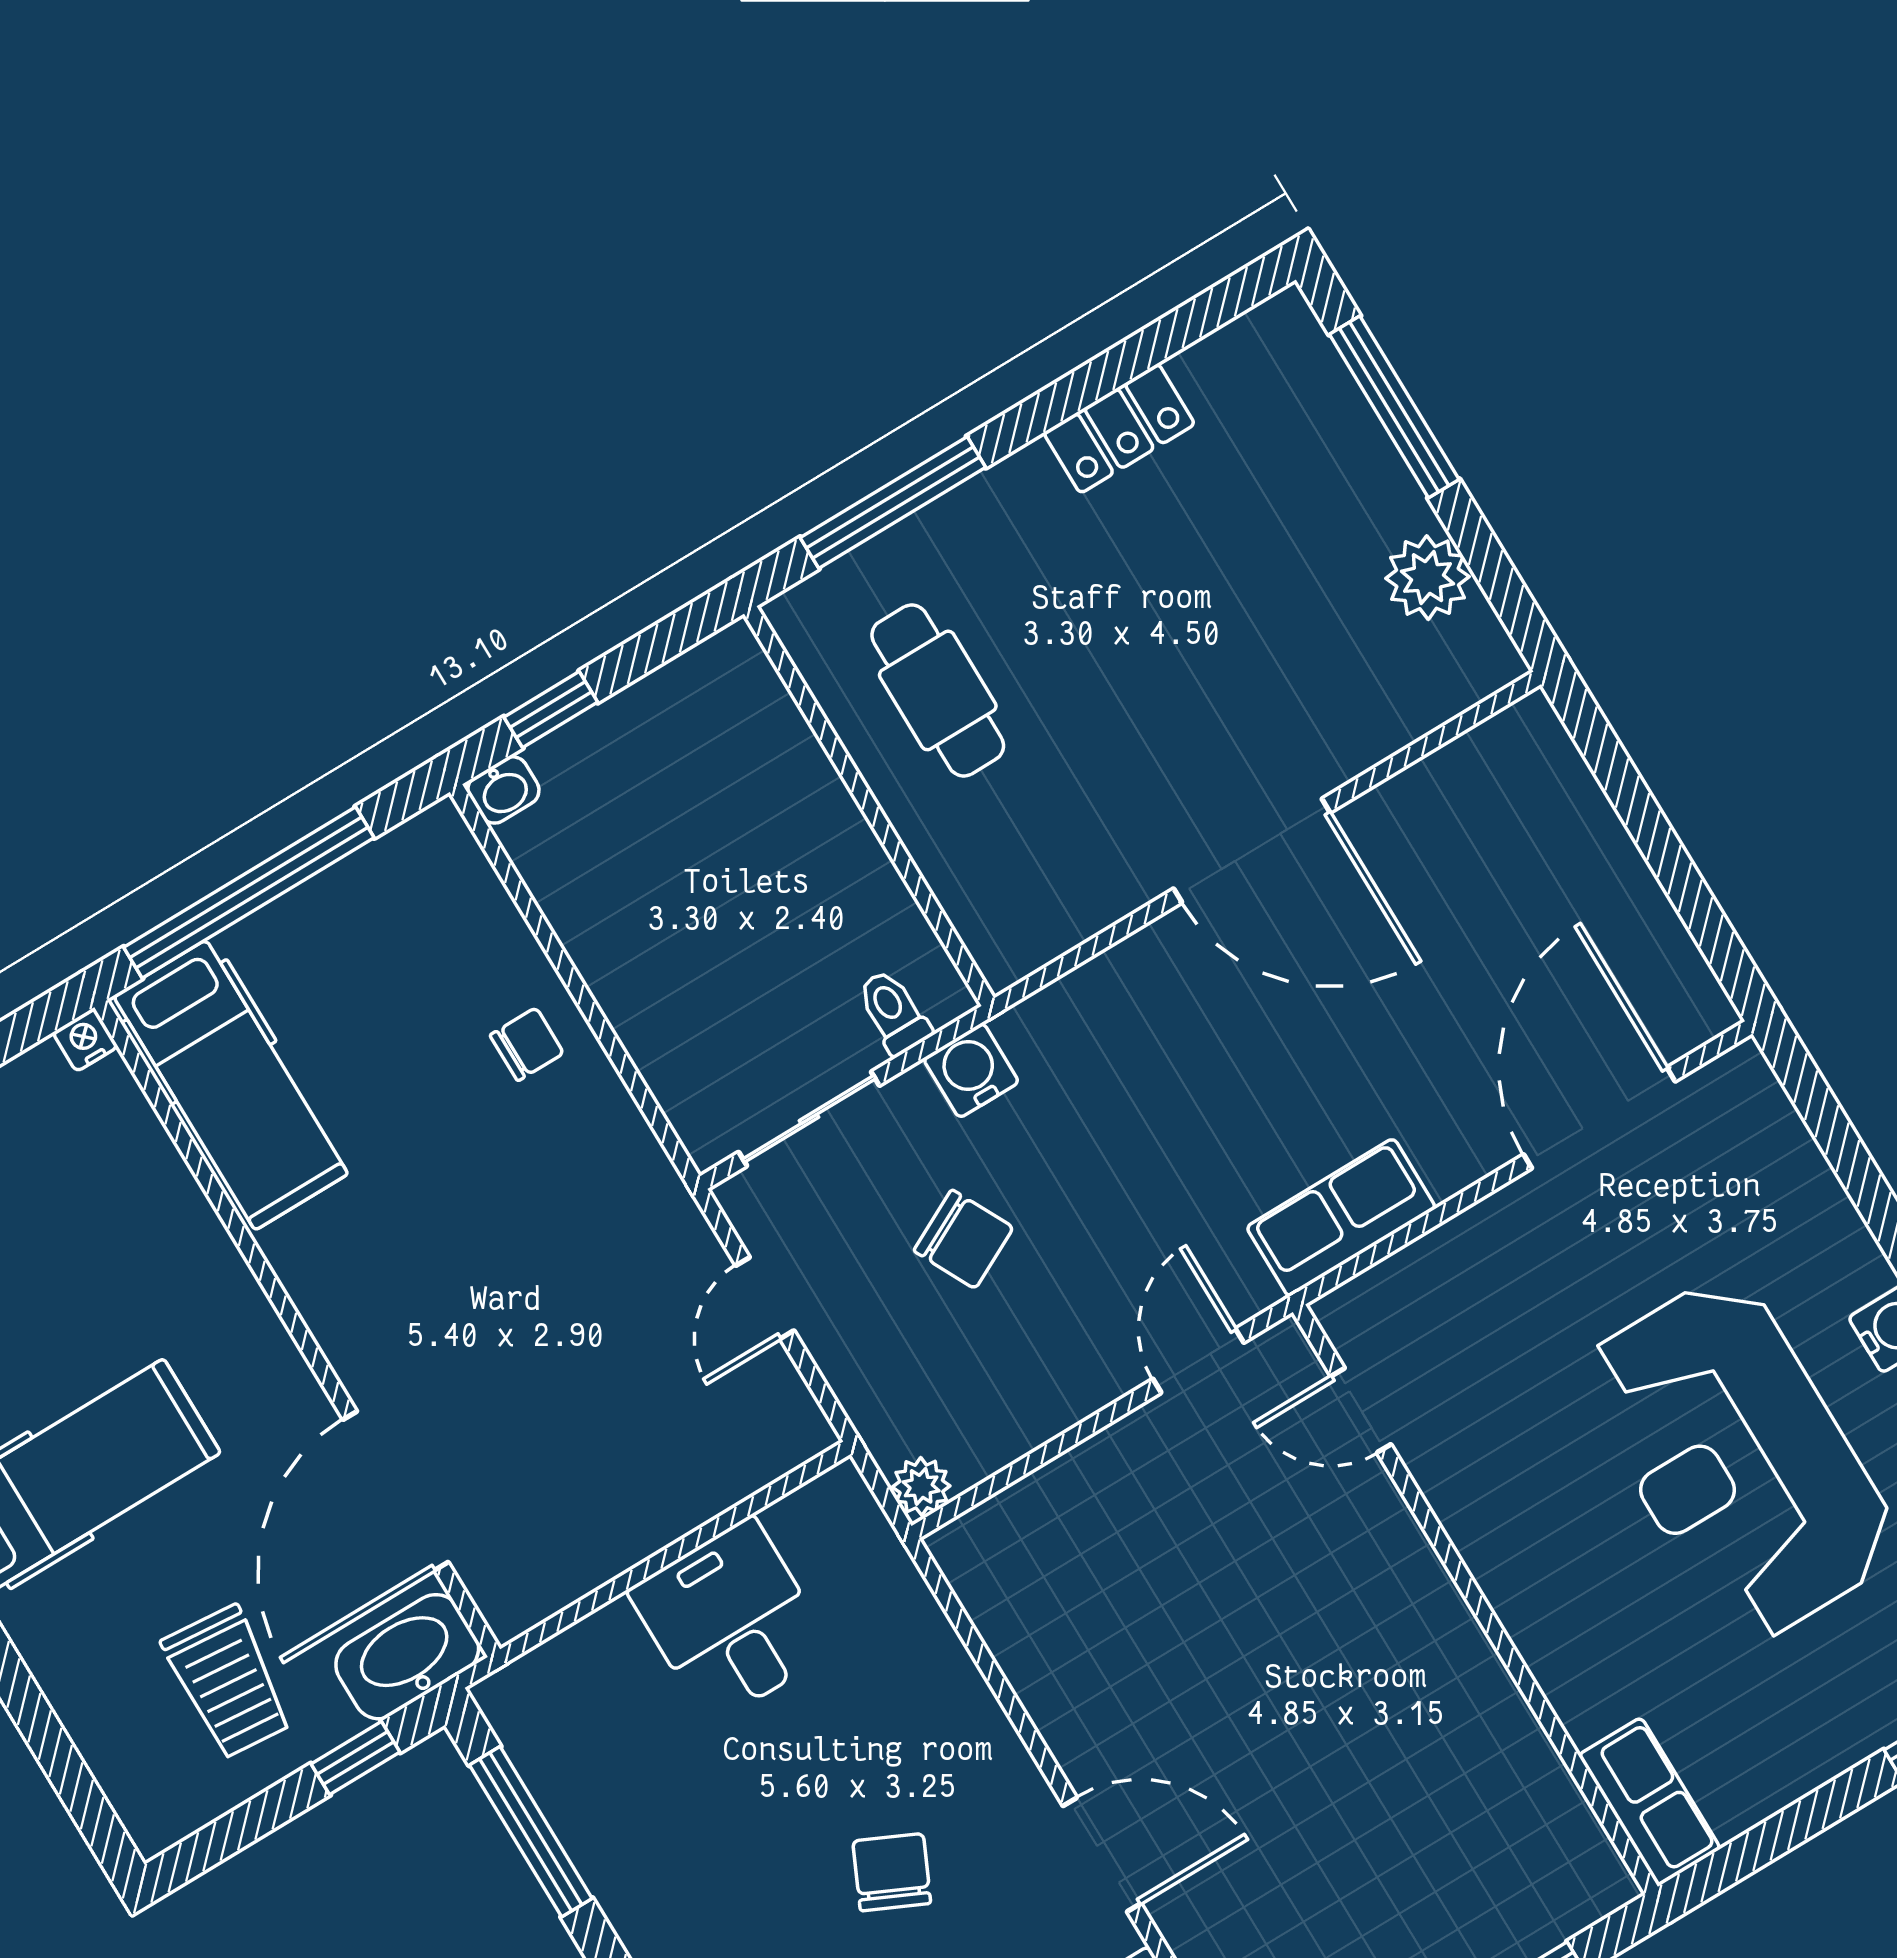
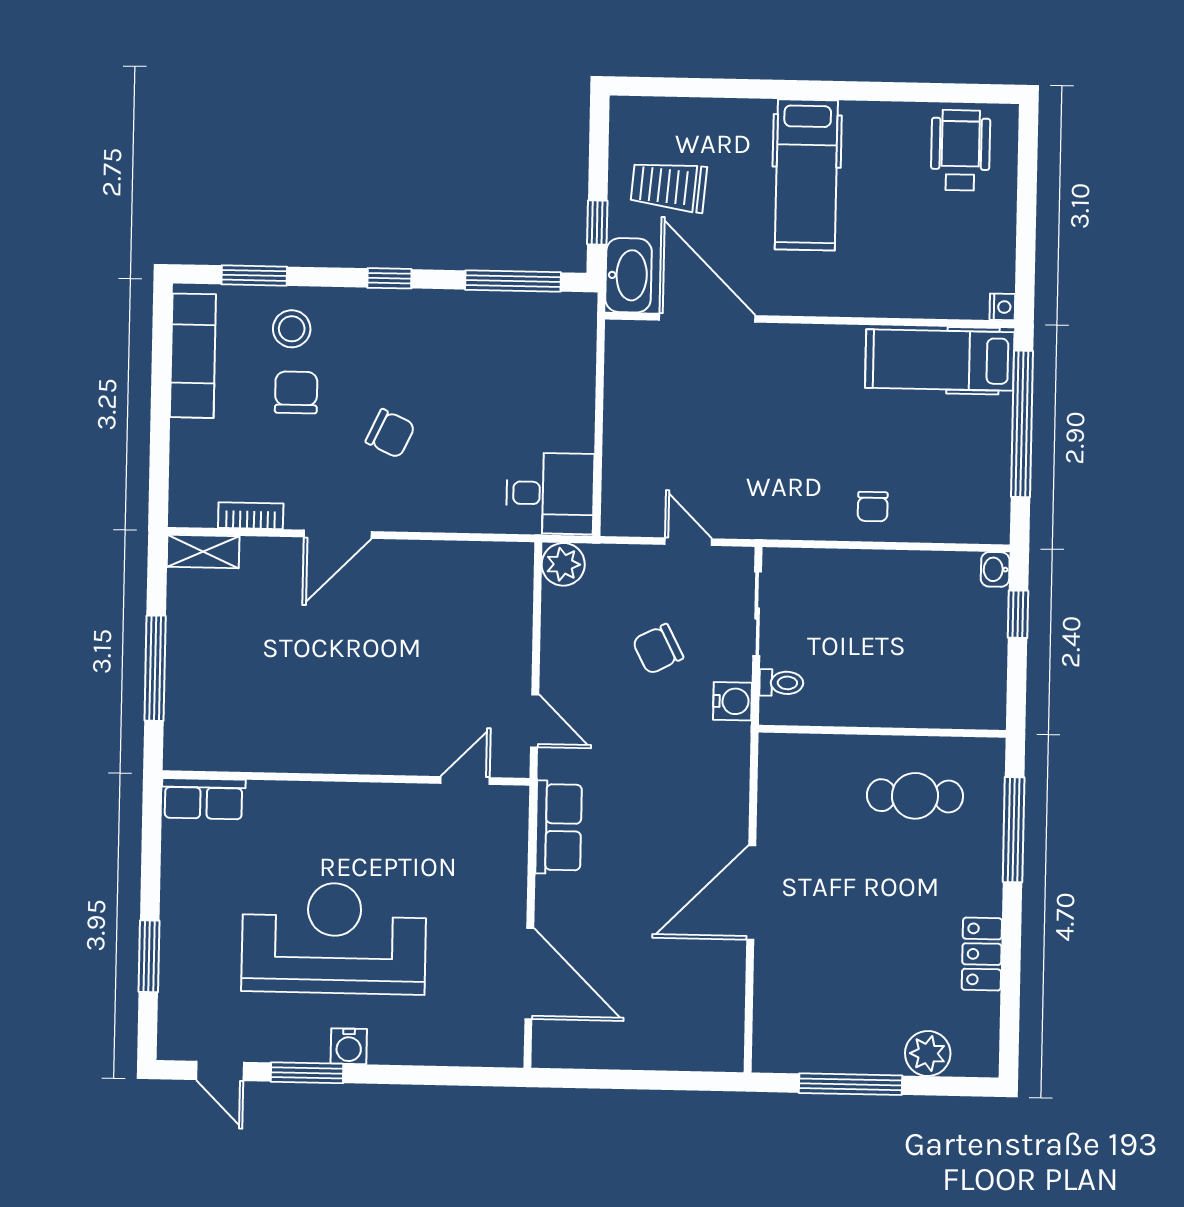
window: (1394, 407) -> (850, 1084), moved
plant: (1427, 578) -> (928, 1054), moved
plant: (921, 1486) -> (563, 564), width x1.38, depth x1.38
desk: (731, 1621) -> (550, 493), moved

